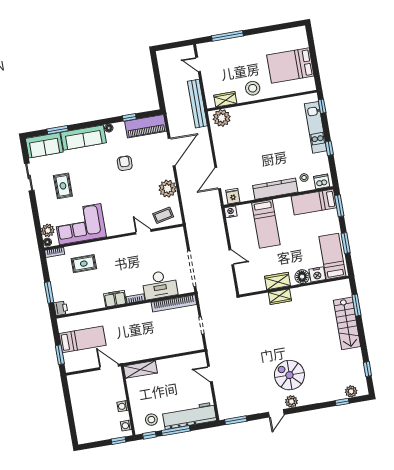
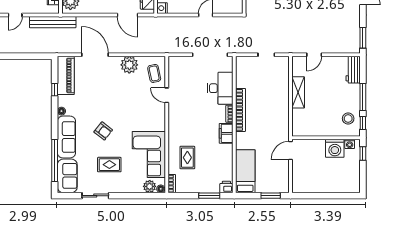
window: (57, 130) -> (55, 161), width x2.11
armchair: (125, 163) -> (103, 131), moved, turned -143
door: (143, 232) -> (167, 95), hinge flipped
bookcase: (174, 303) -> (240, 110), moved
bed: (83, 339) -> (245, 171), moved
shelving: (140, 369) -> (298, 92), moved
washing machine: (123, 406) -> (335, 148), width x1.89, depth x1.89
workbench: (189, 416) -> (353, 70), width x0.53, depth x0.76

